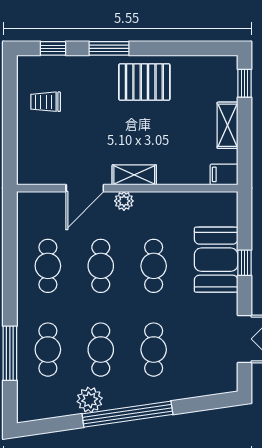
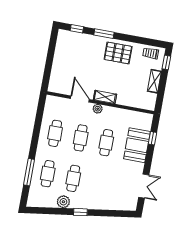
trolley: (46, 102) -> (151, 53), moved
filing cabinet: (224, 174) -> (148, 105), removed
door: (85, 188) -> (80, 99), swing flipped
window: (245, 263) -> (152, 138), moved
cafe table: (154, 350) -> (99, 183), removed
window: (127, 414) -> (80, 212), width x0.32

